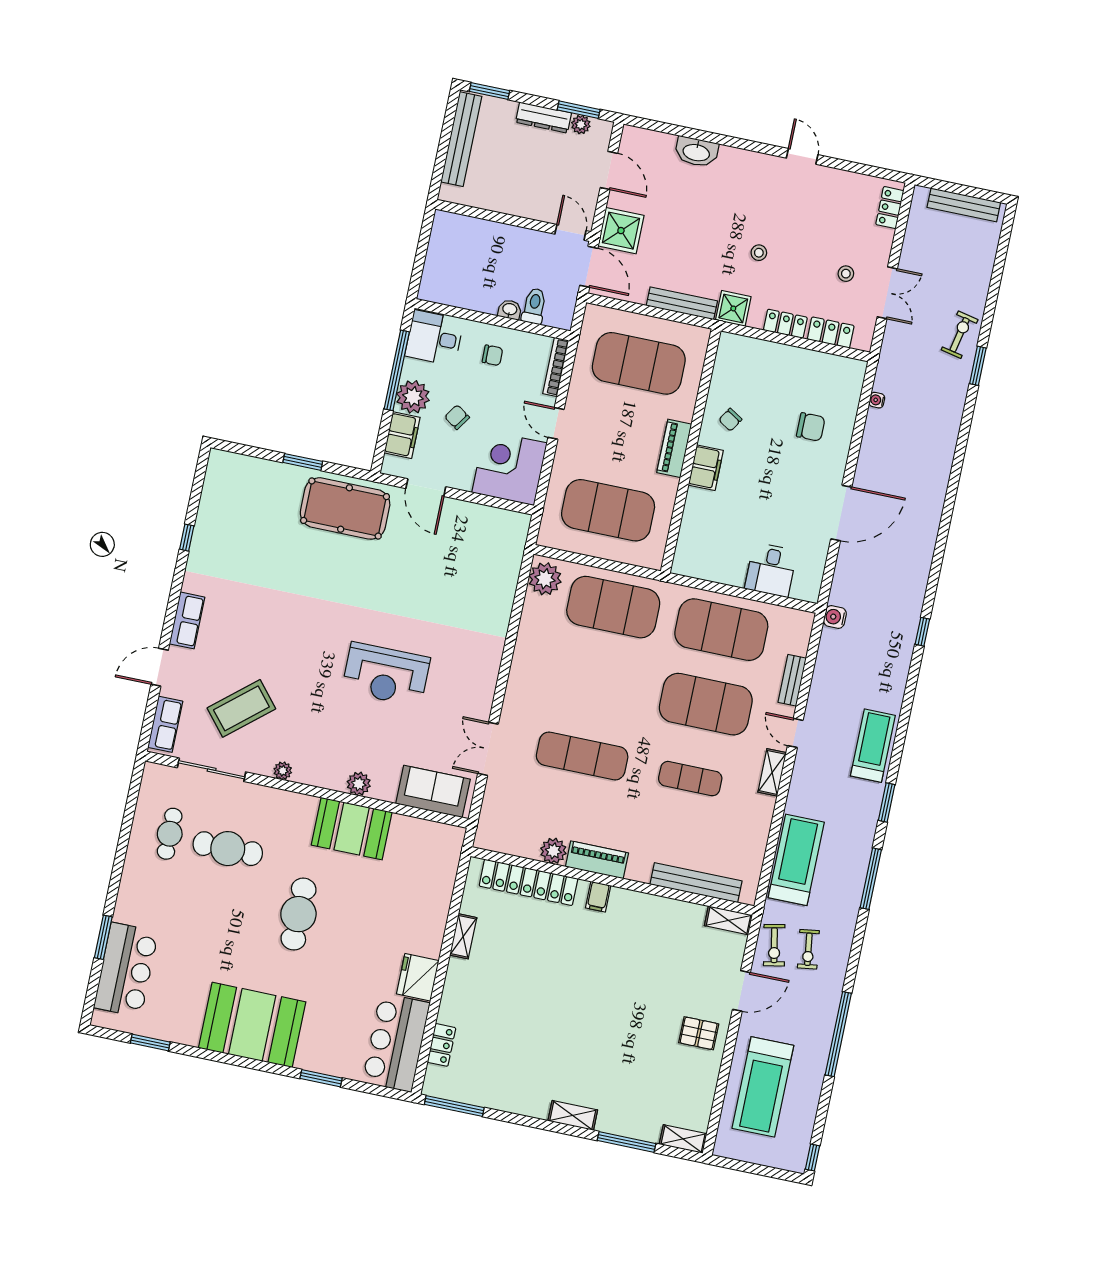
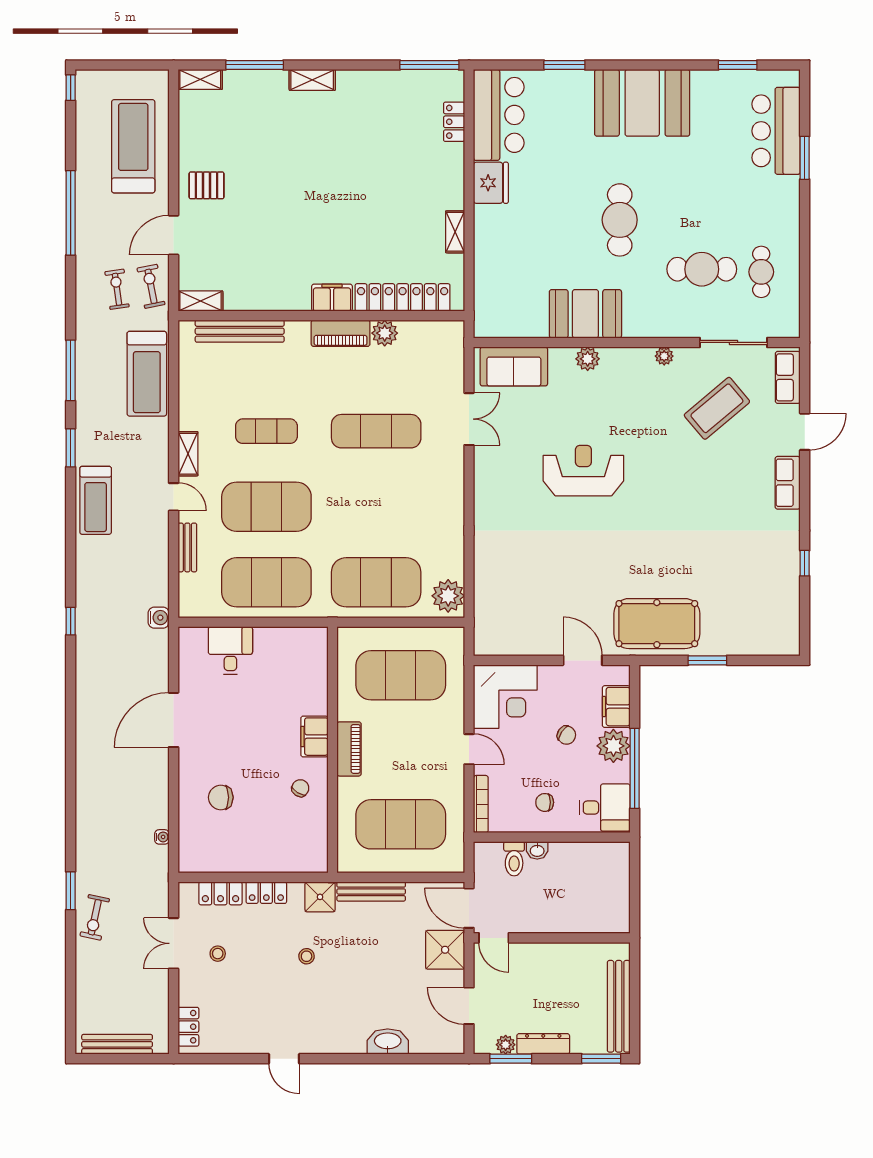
filing cabinet: (598, 897) -> (332, 298), width x2.00

